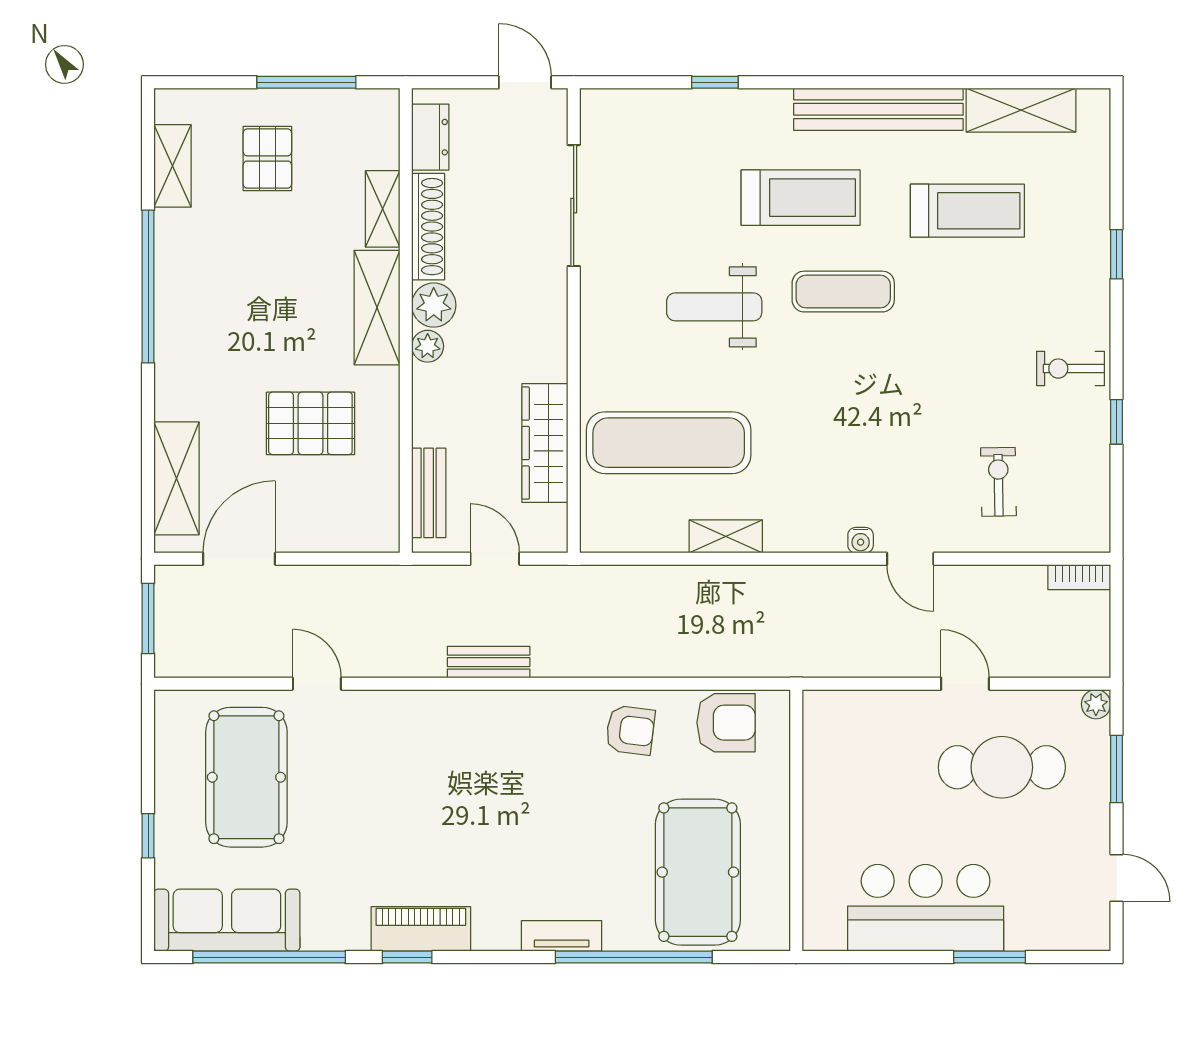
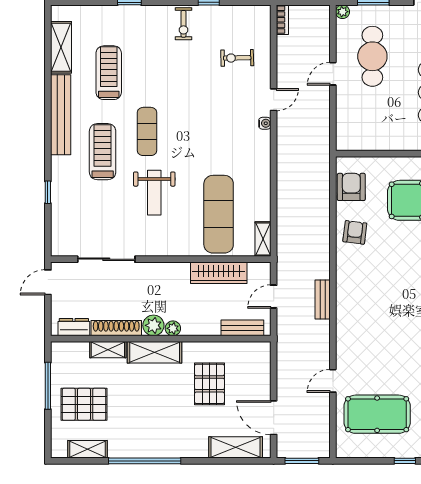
pallet: (267, 158) -> (84, 404), width x1.50, depth x1.42
shelving: (726, 536) -> (263, 239), moved

